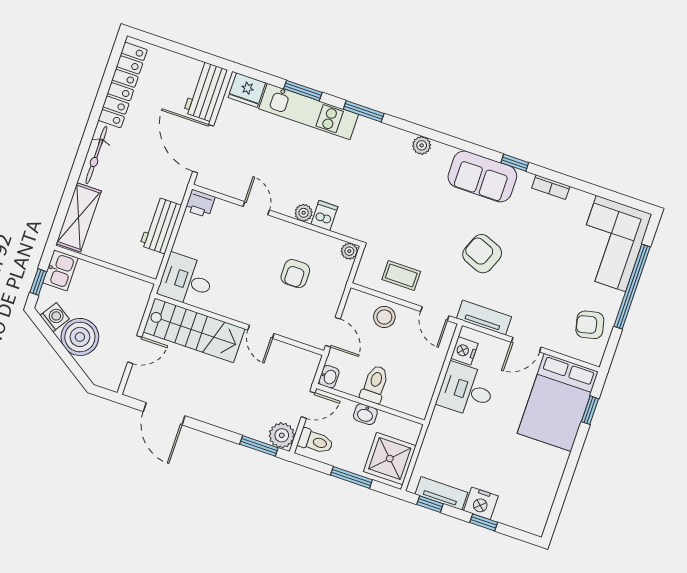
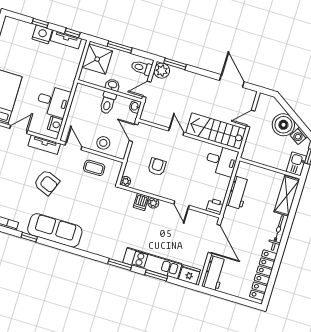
plant: (422, 145) -> (85, 245), removed
sofa: (482, 176) -> (55, 230), width x1.36

